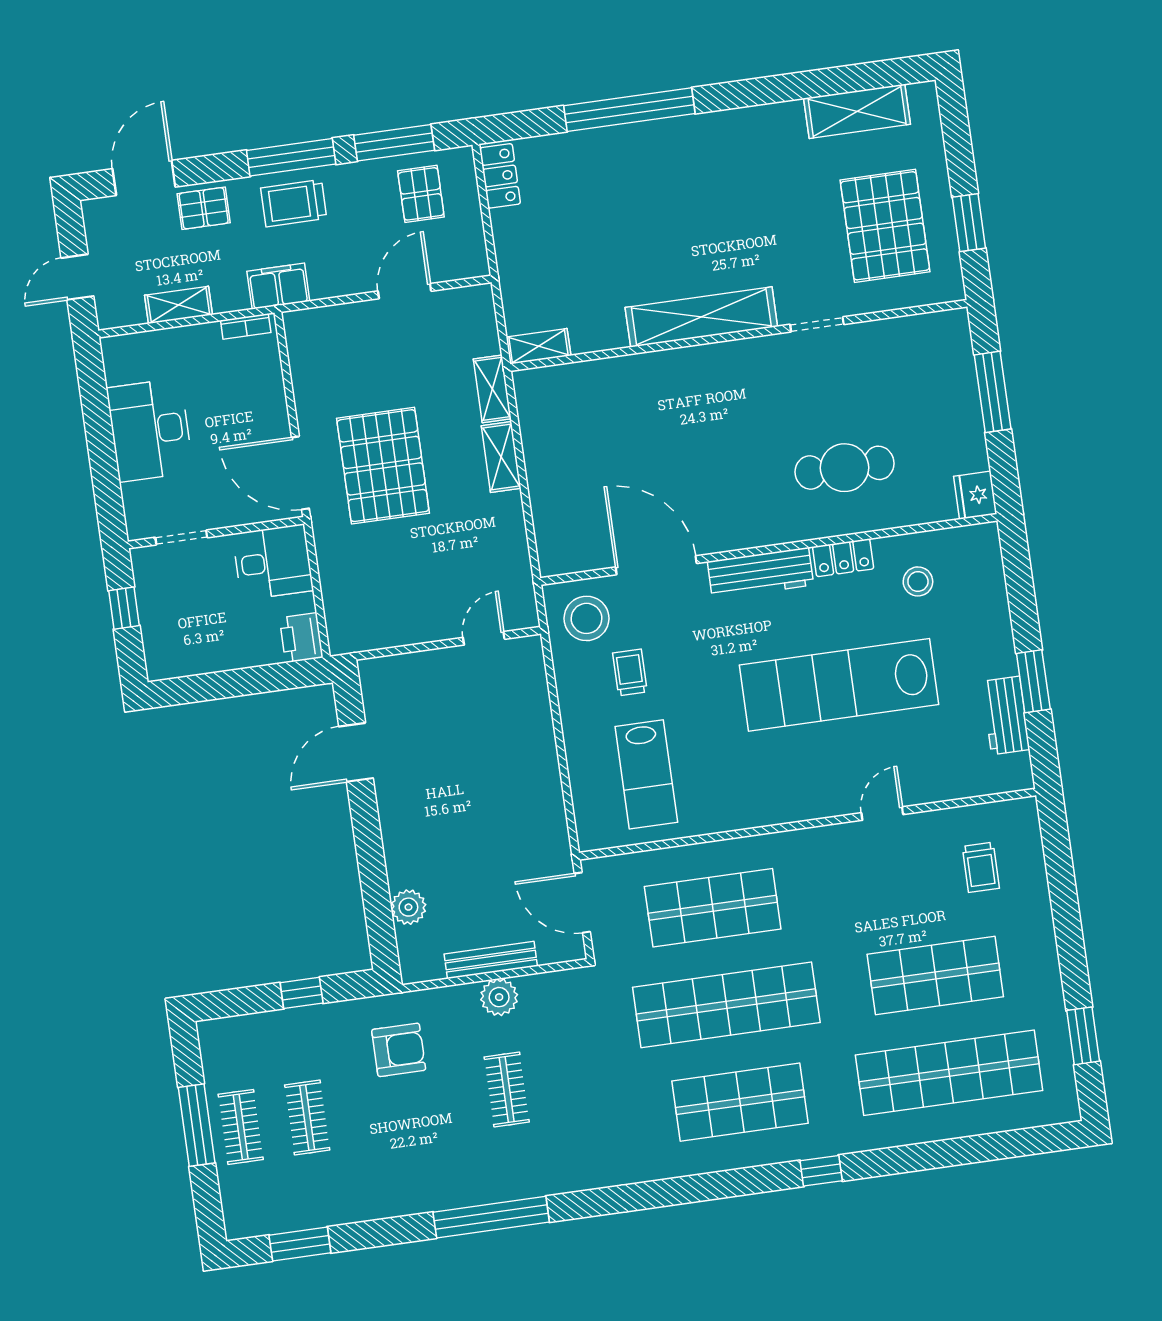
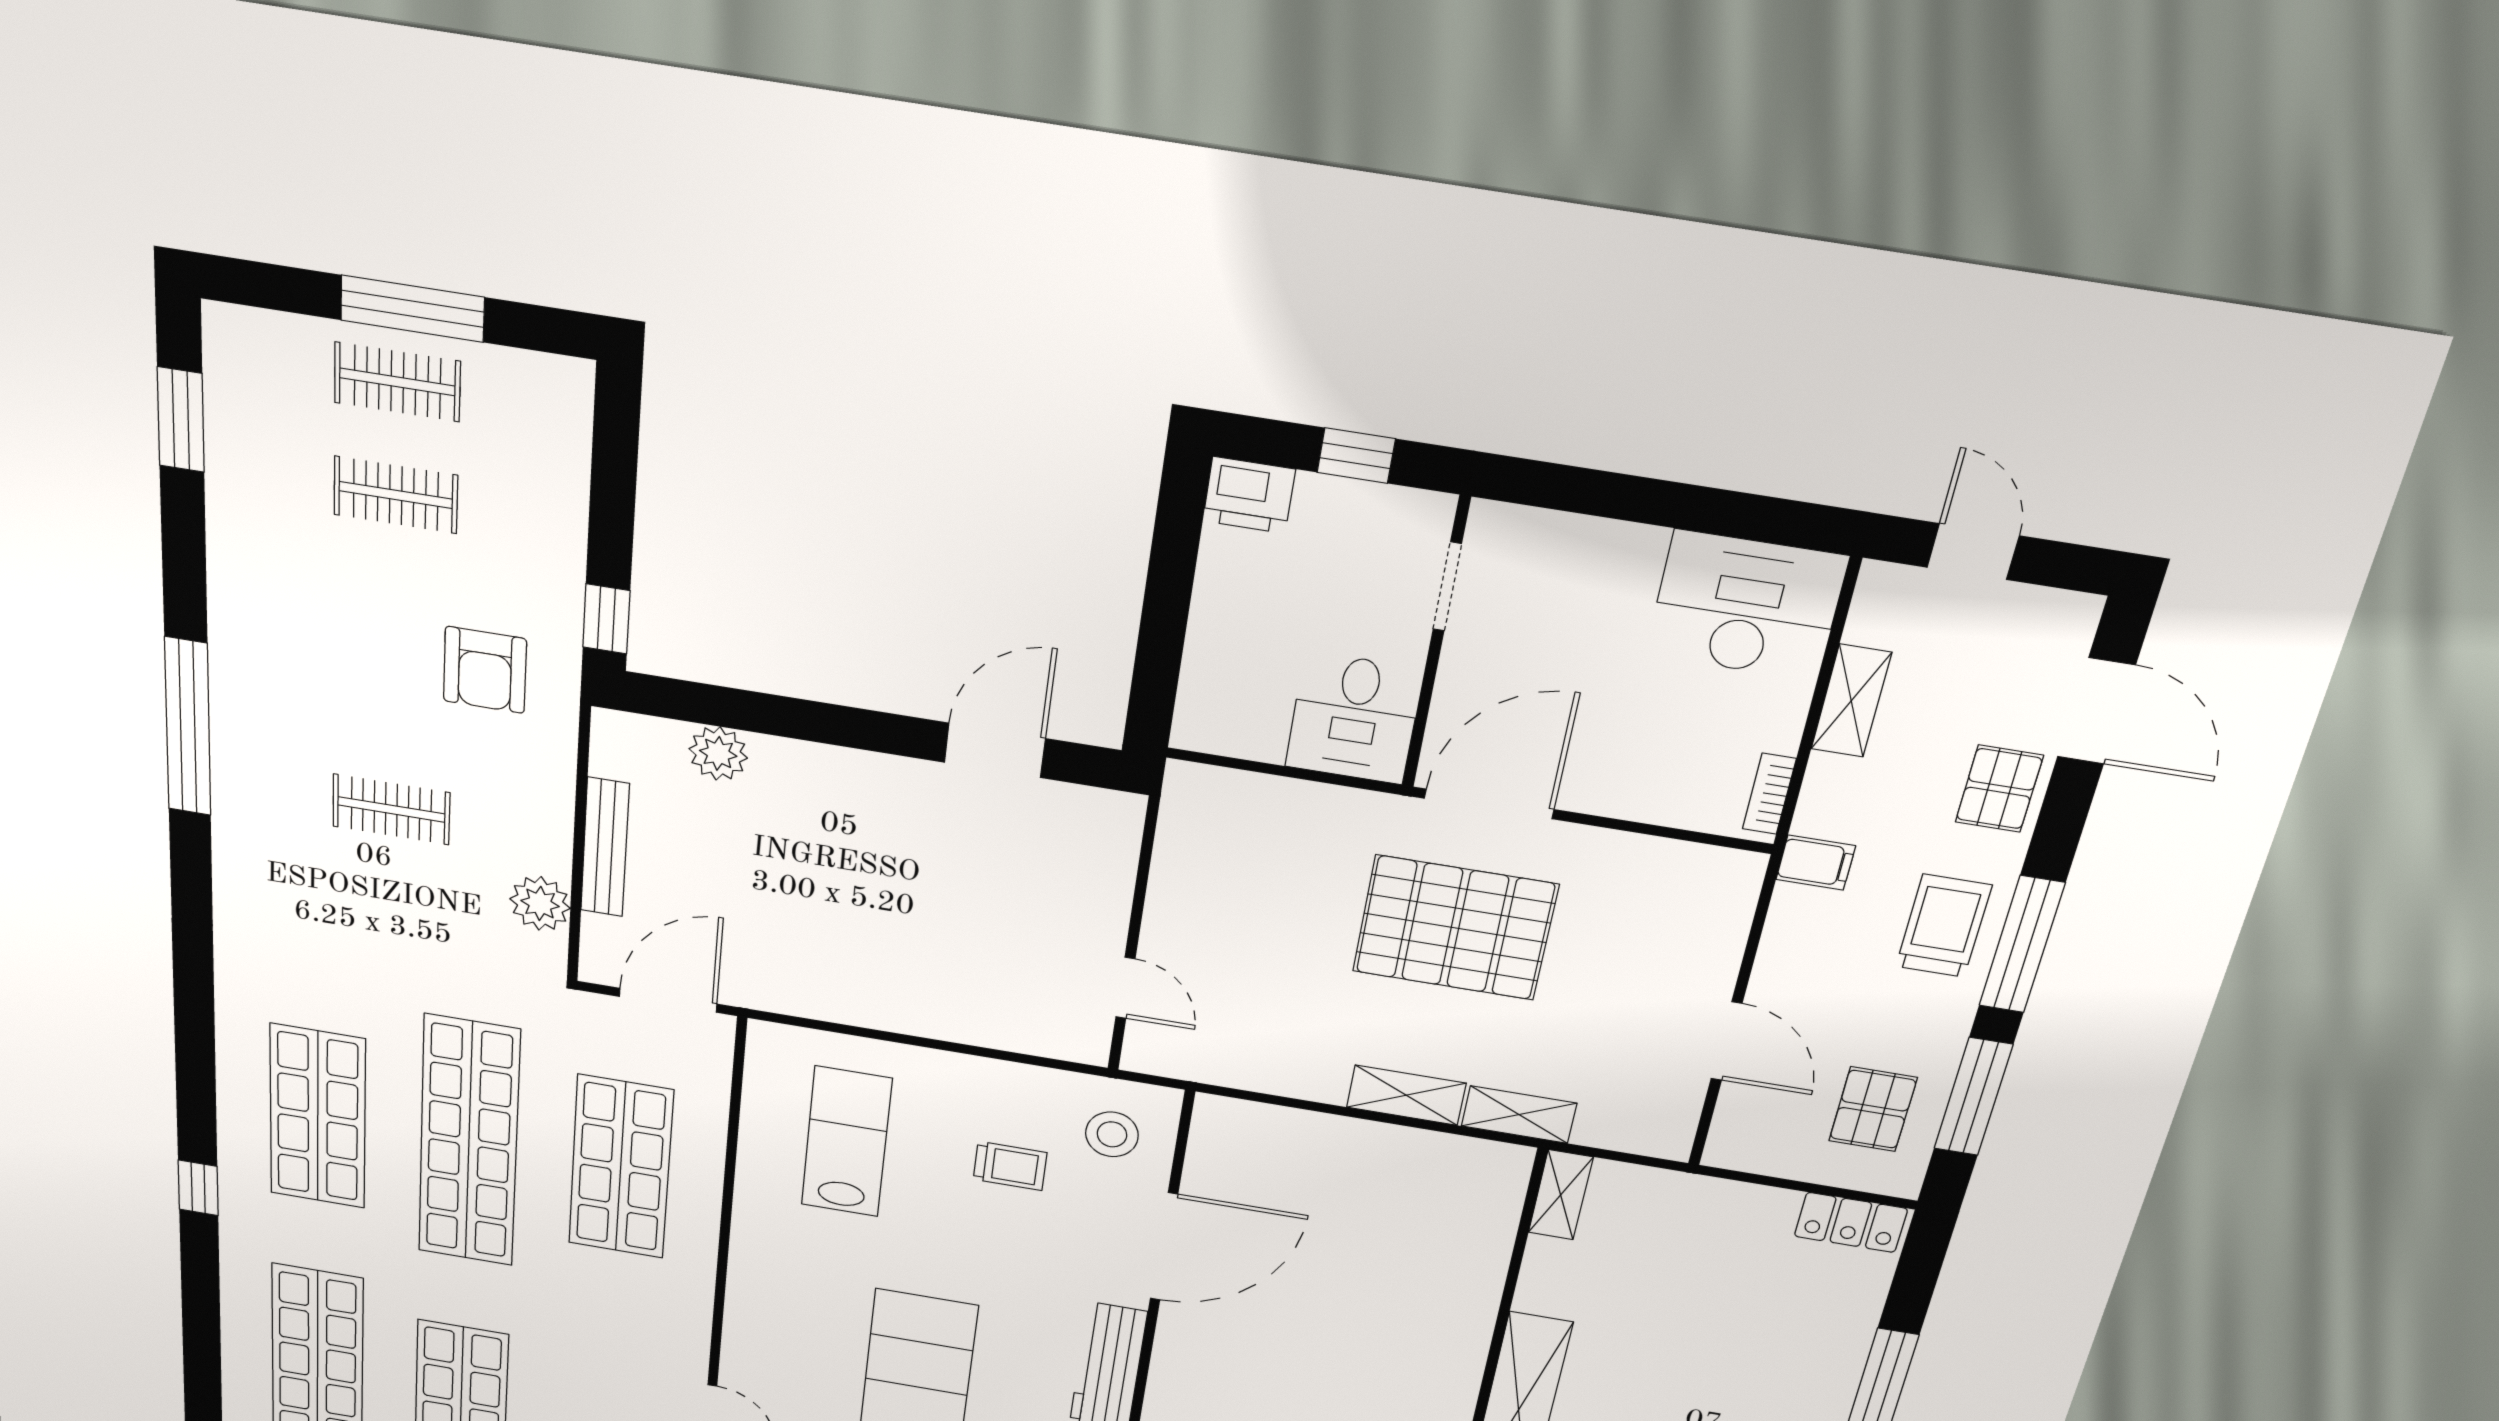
pallet: (421, 194) -> (1873, 1109), turned 90
filing cabinet: (278, 286) -> (1816, 863), width x0.50
desk: (150, 430) -> (1746, 606), moved
stool: (587, 618) -> (1112, 1134), width x0.73, depth x0.73
printer: (301, 638) -> (1249, 495), moved, turned 180
door: (356, 752) -> (995, 750), hinge flipped
lab bench: (646, 774) -> (847, 1142), turned 90
window: (302, 993) -> (606, 619), moved
plant: (499, 997) -> (540, 904), moved

